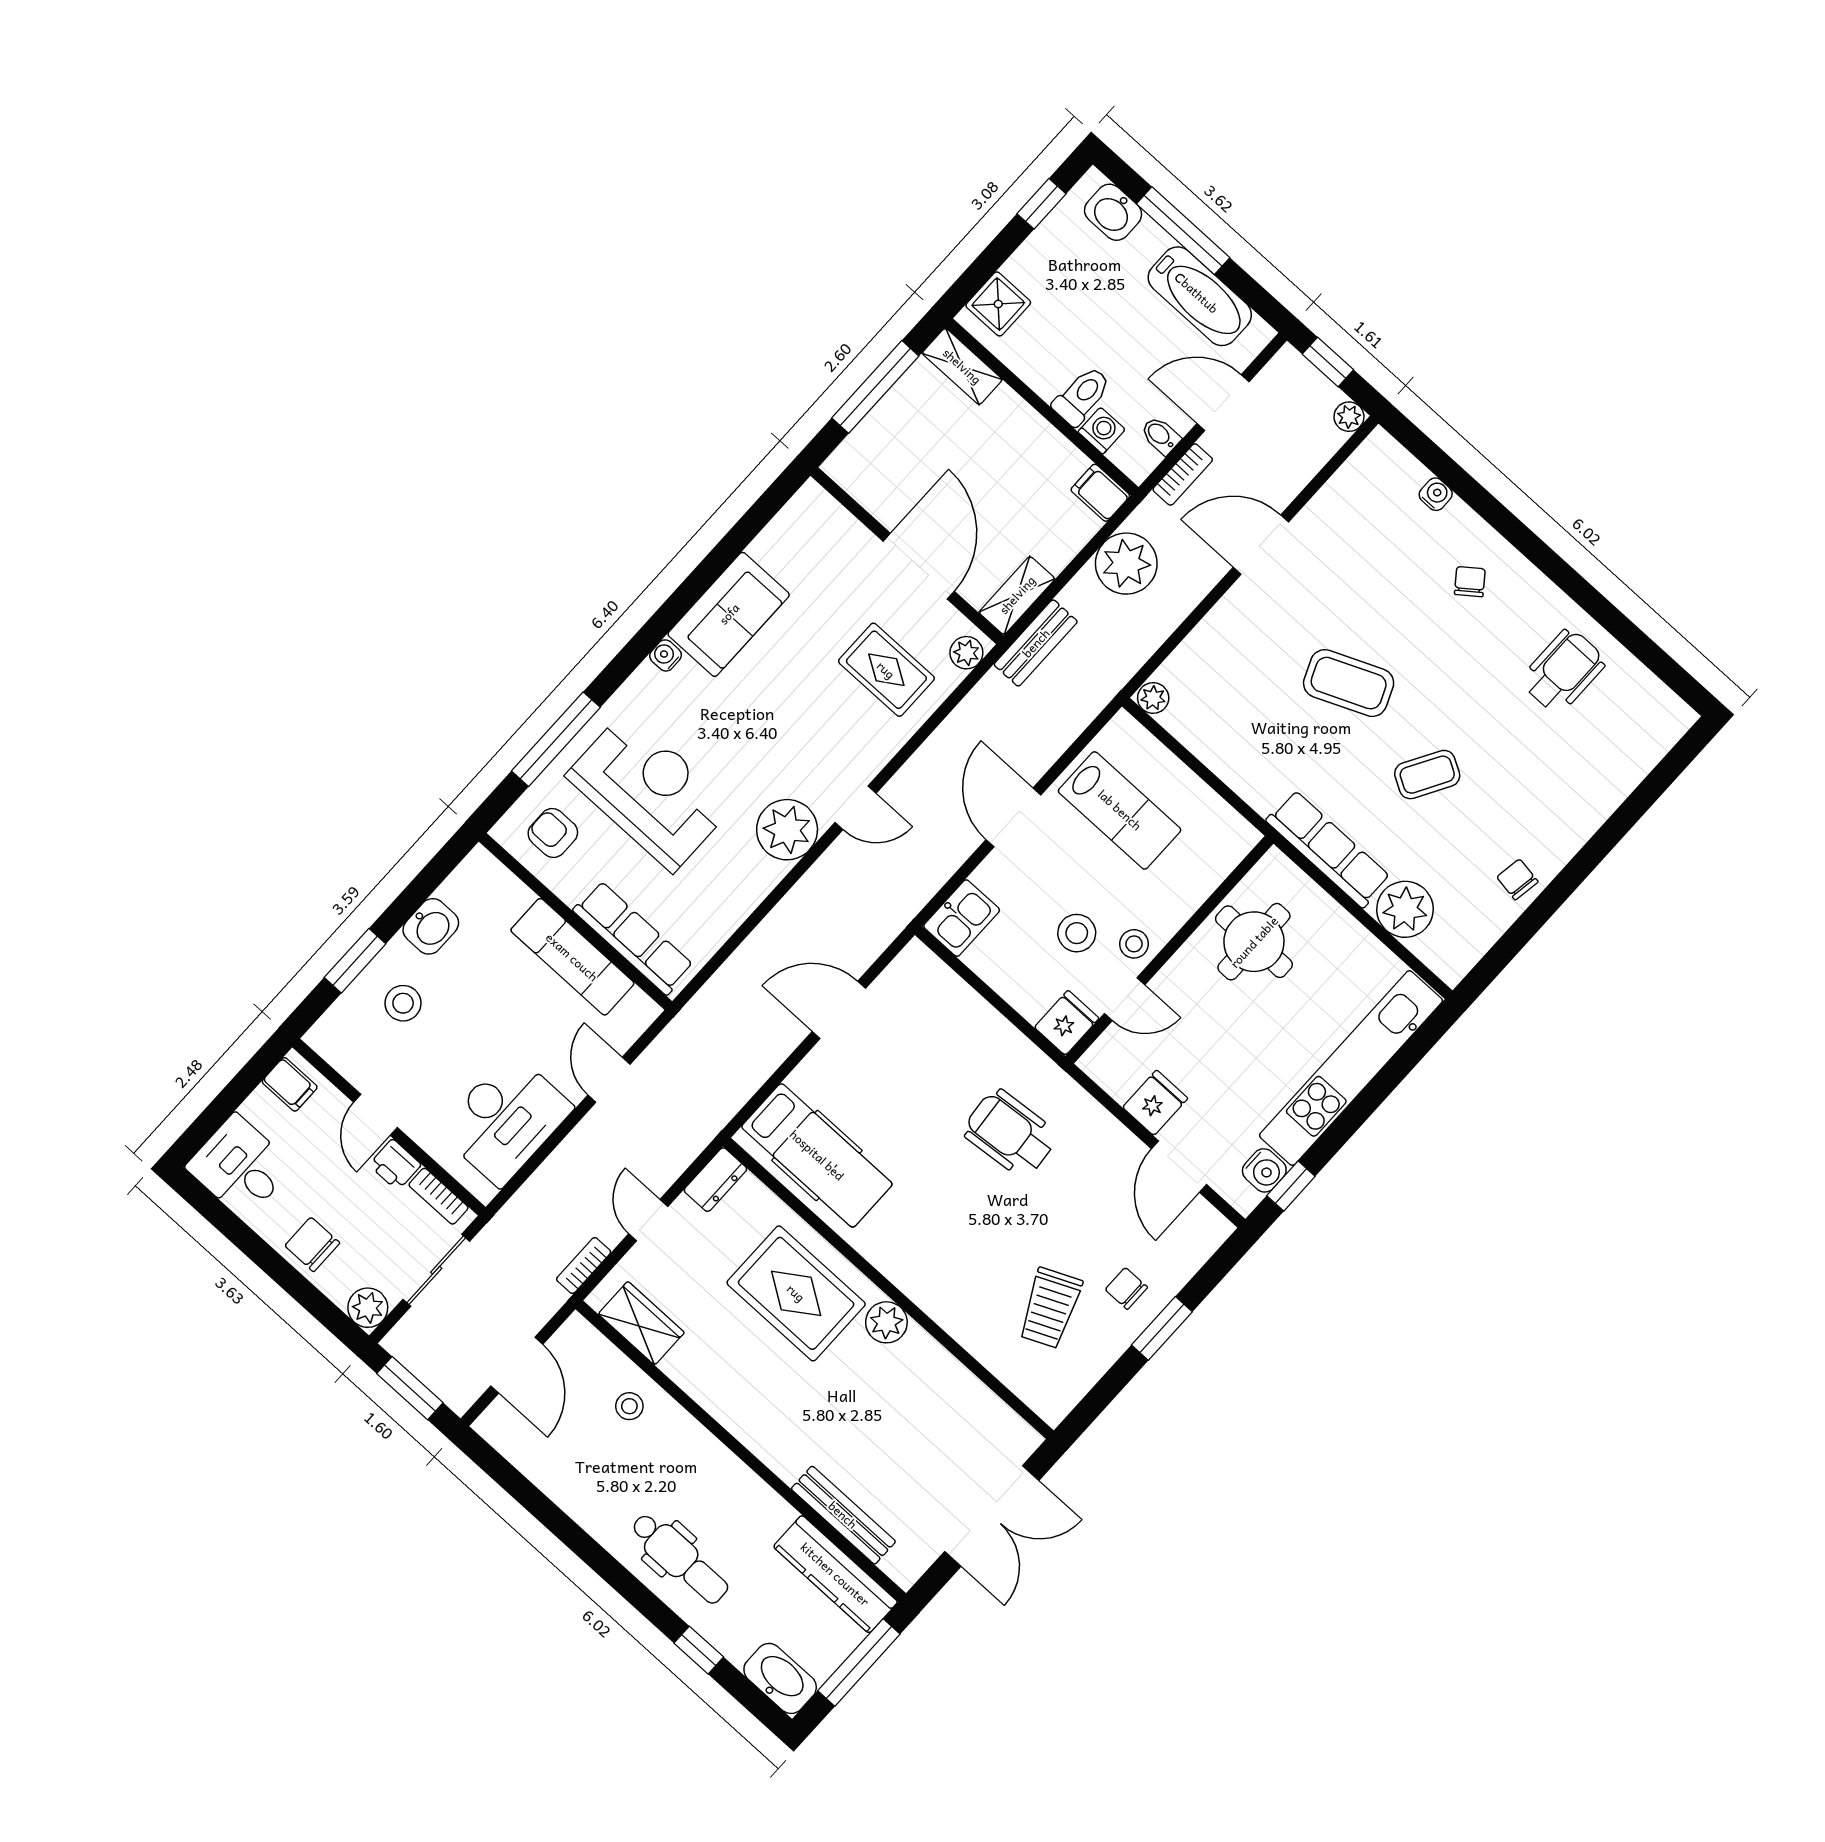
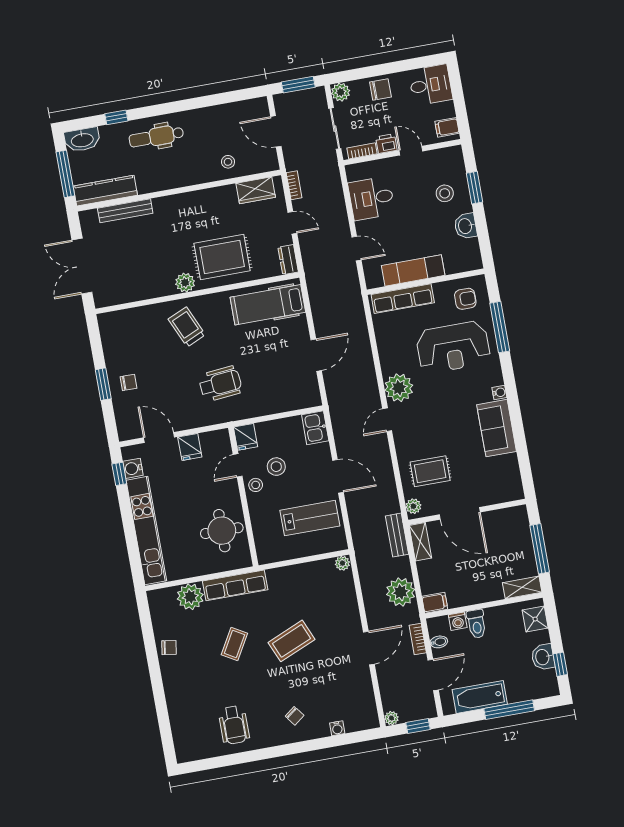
washbasin: (1113, 212) -> (543, 657), moved, turned -90
lab bench: (1120, 810) -> (310, 518), turned 180
desk: (506, 1119) -> (371, 198), width x0.73
trolley: (1050, 1308) -> (187, 327), moved

